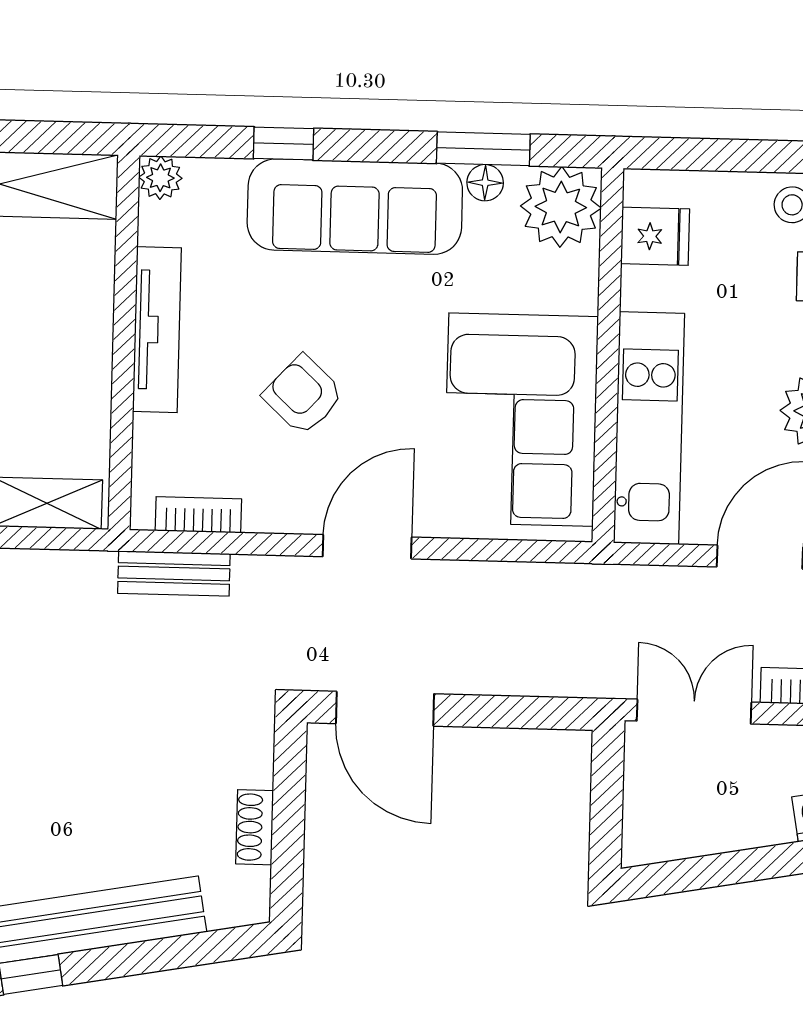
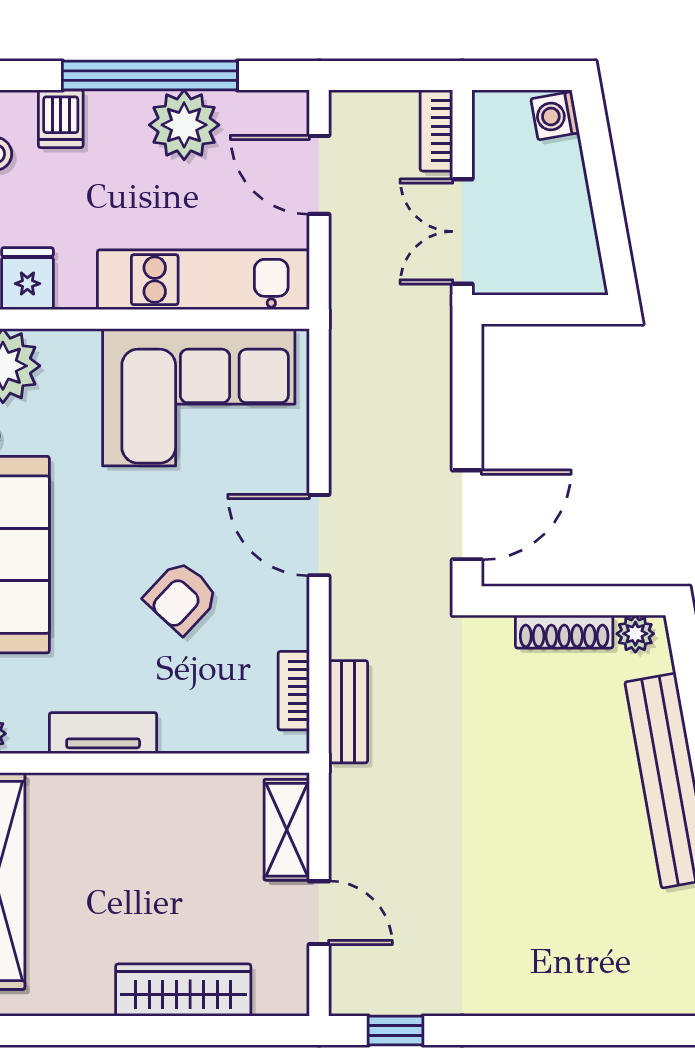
tv unit: (157, 330) -> (103, 733), width x0.71
shoe rack: (255, 827) -> (564, 632), width x1.43
plant: (251, 889) -> (635, 634), added

